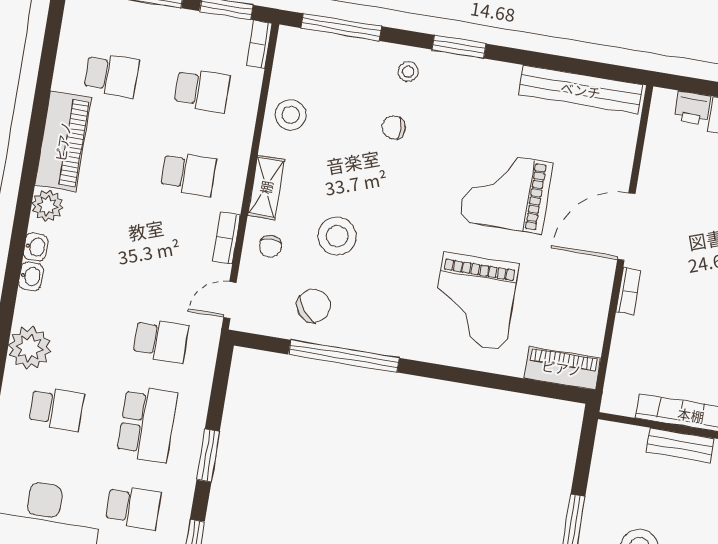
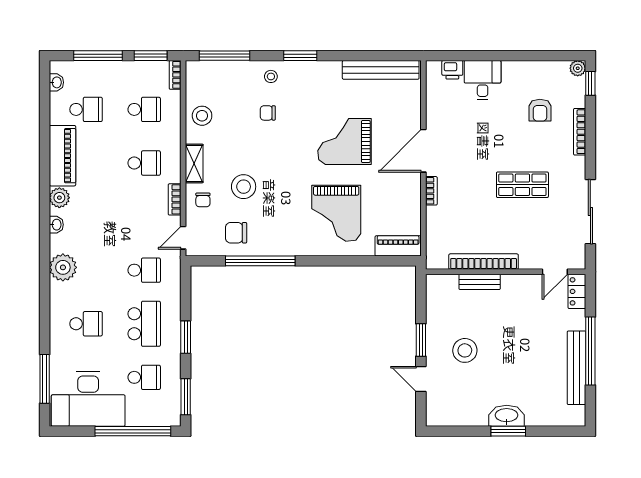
washbasin: (31, 276) -> (56, 82), moved
chair: (314, 306) -> (236, 233), turned -141
plant: (30, 348) -> (63, 267), moved

